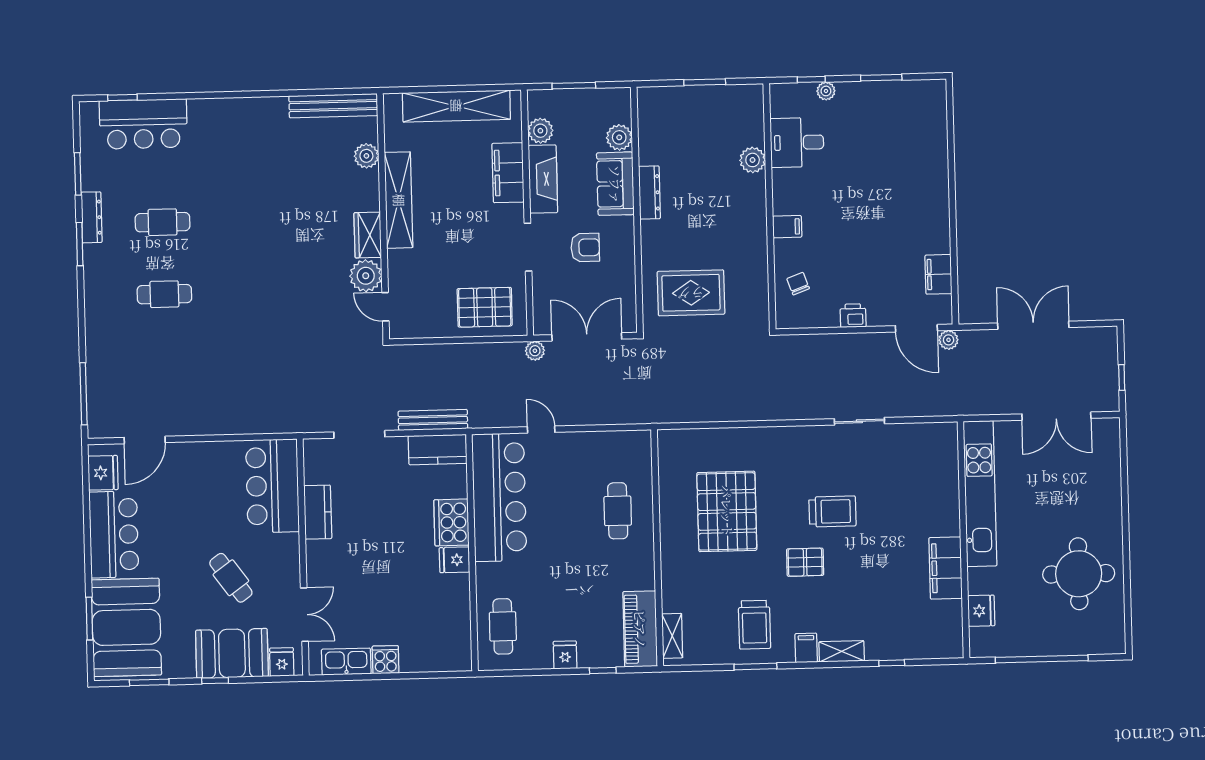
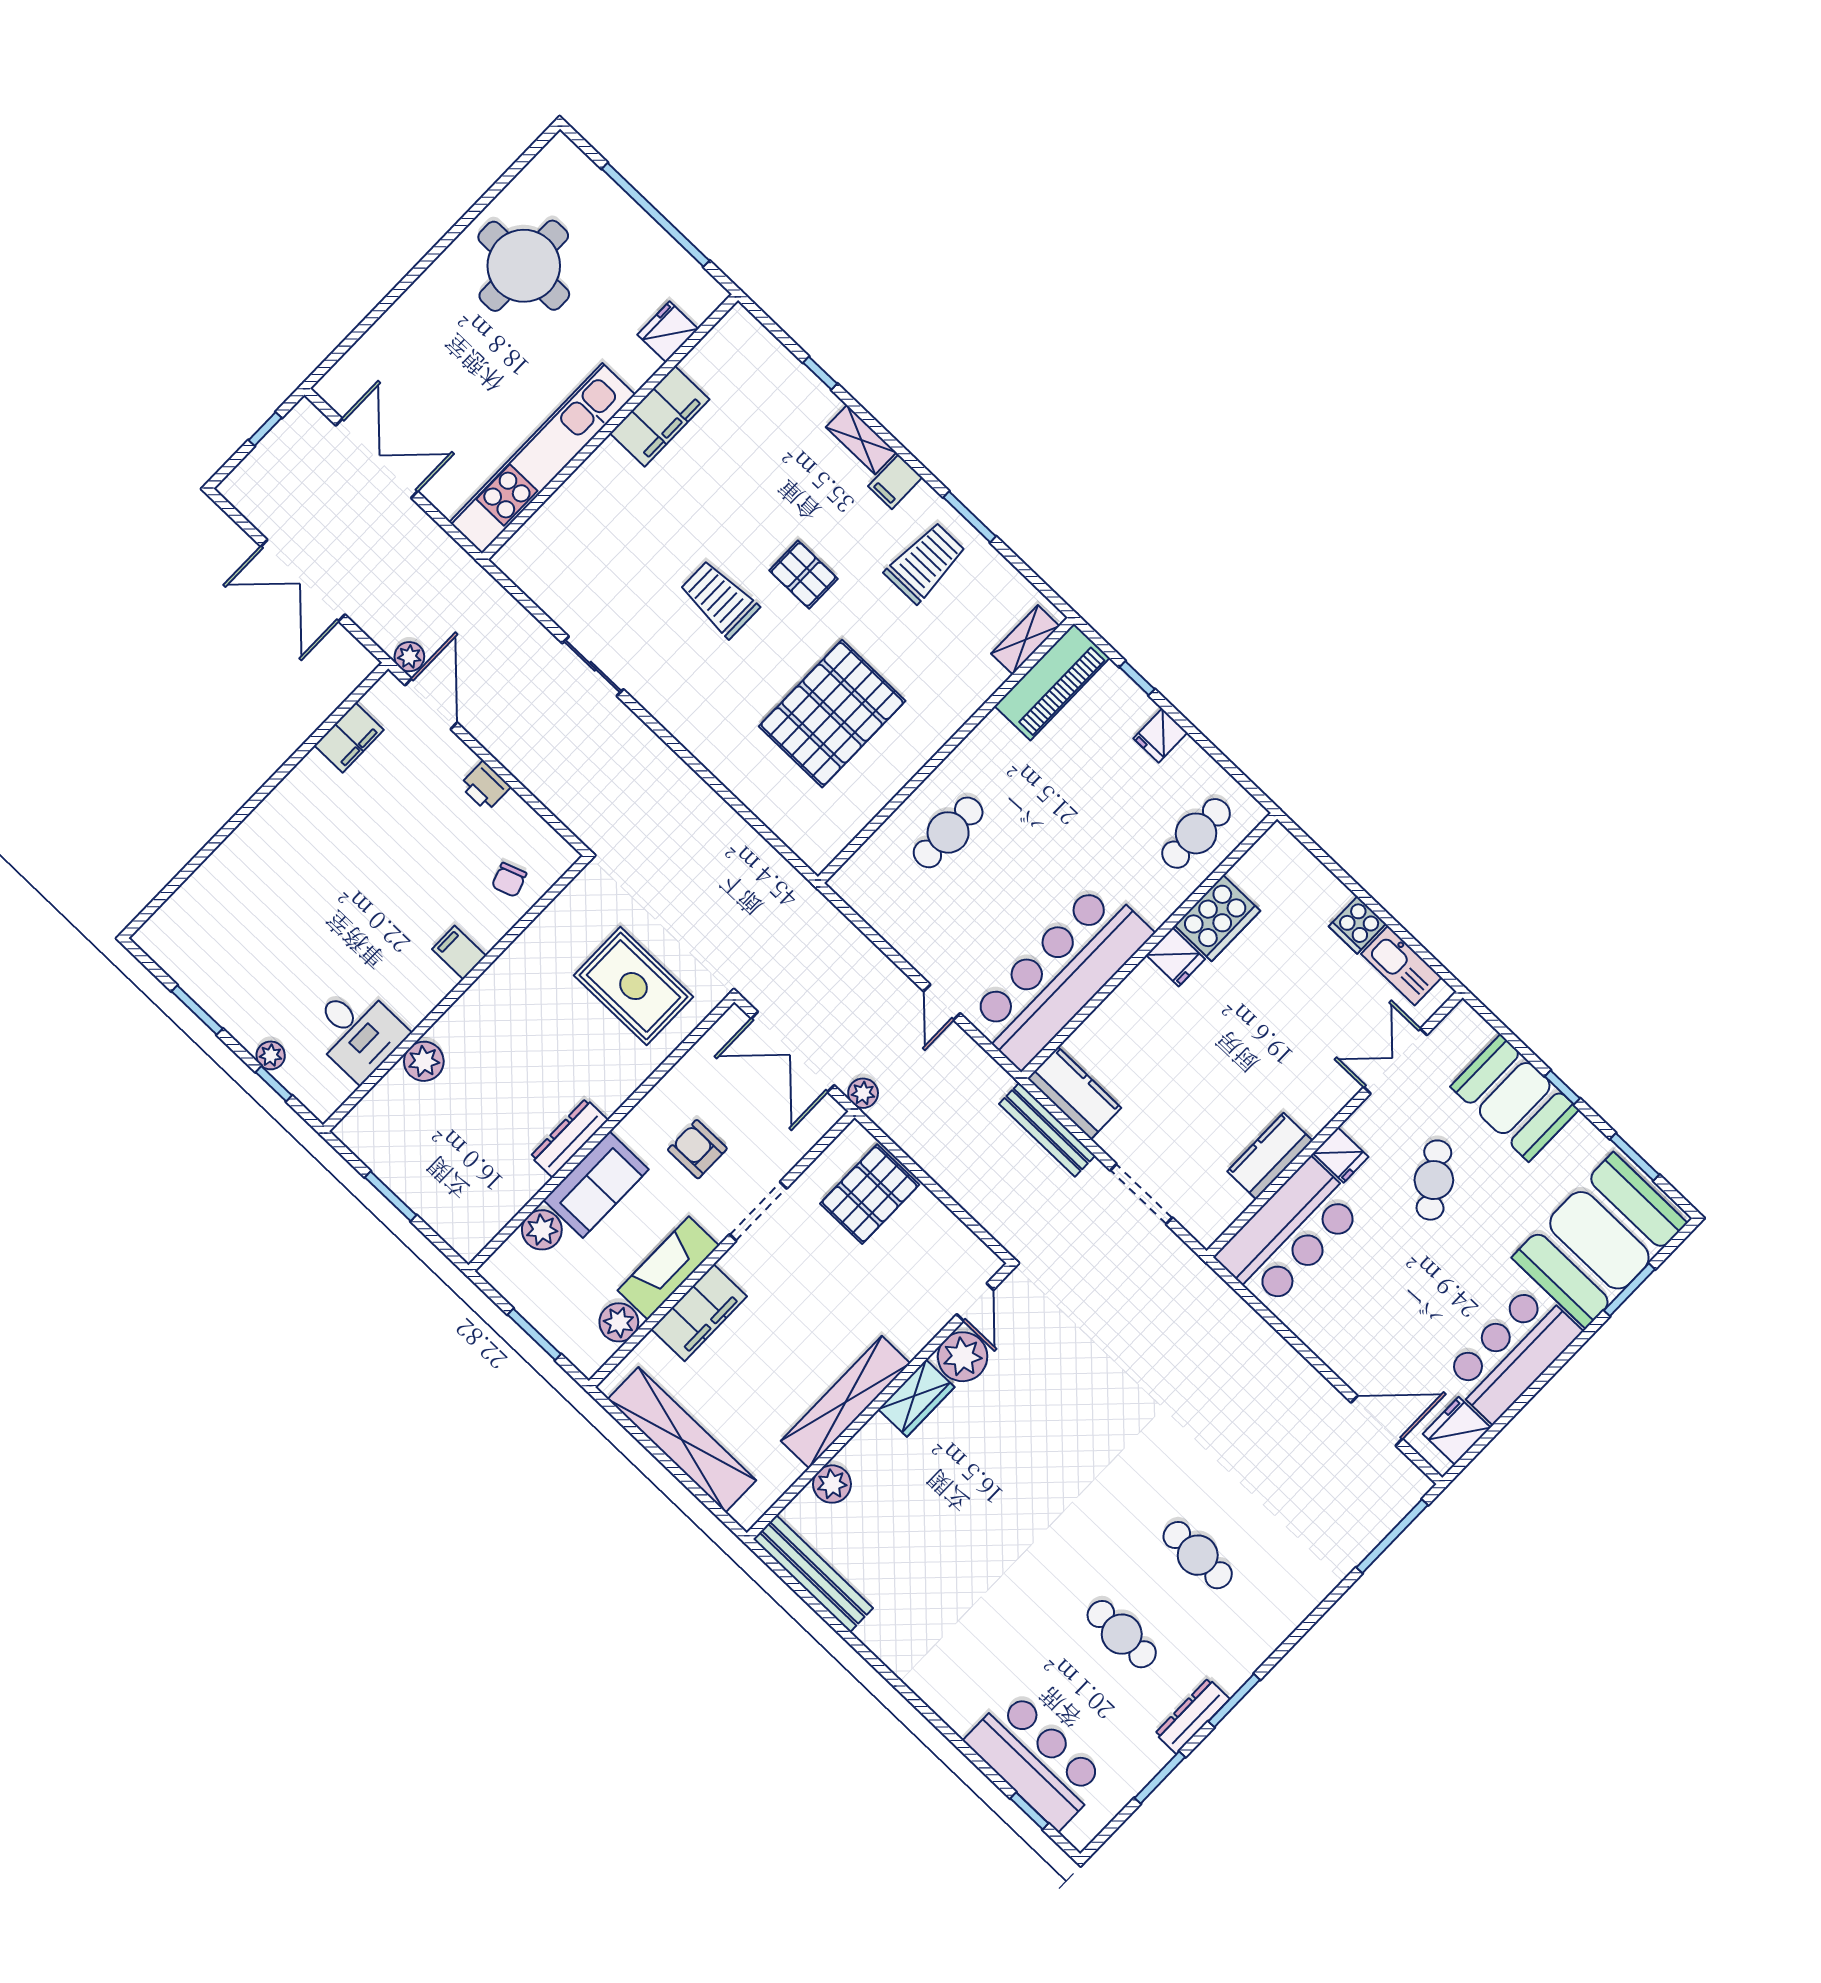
pallet: (485, 307) -> (870, 1194), turned 90
cooker: (451, 522) -> (1217, 918), moved
fridge: (282, 662) -> (1341, 1155), moved, turned -90

